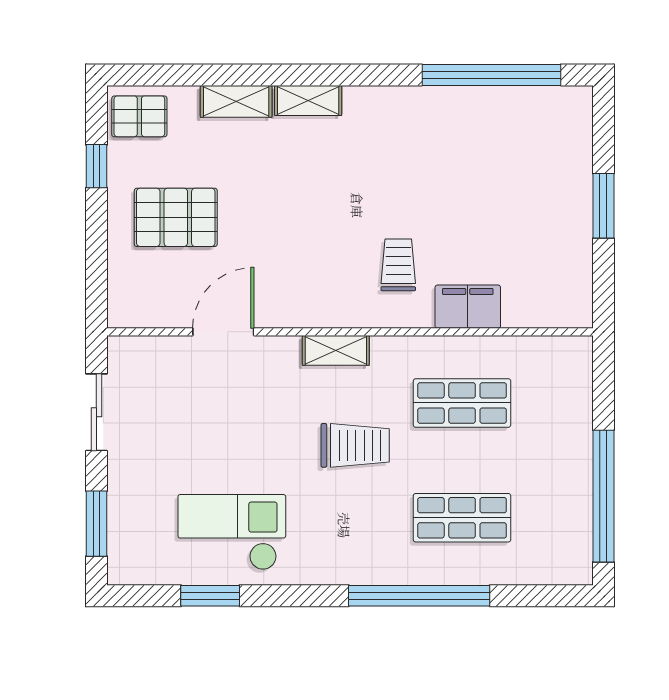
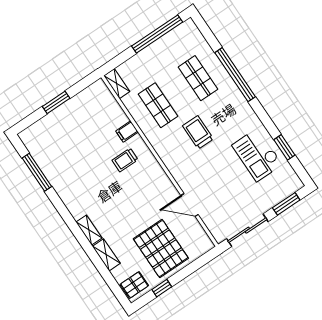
window: (491, 75) -> (37, 172), width x0.68
pallet: (139, 116) -> (134, 285), turned 90
pallet: (176, 217) -> (161, 249), width x1.37, depth x1.41
filing cabinet: (468, 307) -> (127, 132), width x0.50
shelving: (336, 350) -> (117, 84), moved
sliding door: (96, 412) -> (247, 230), width x1.37

